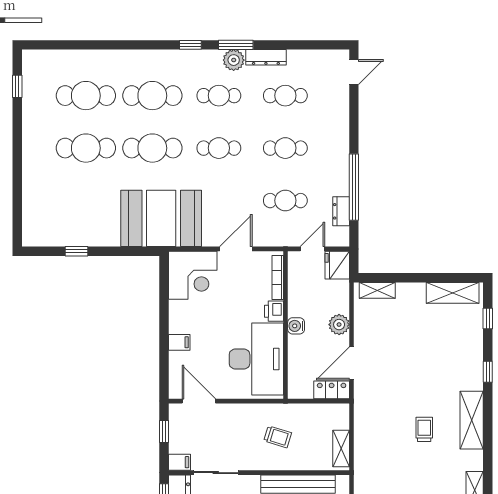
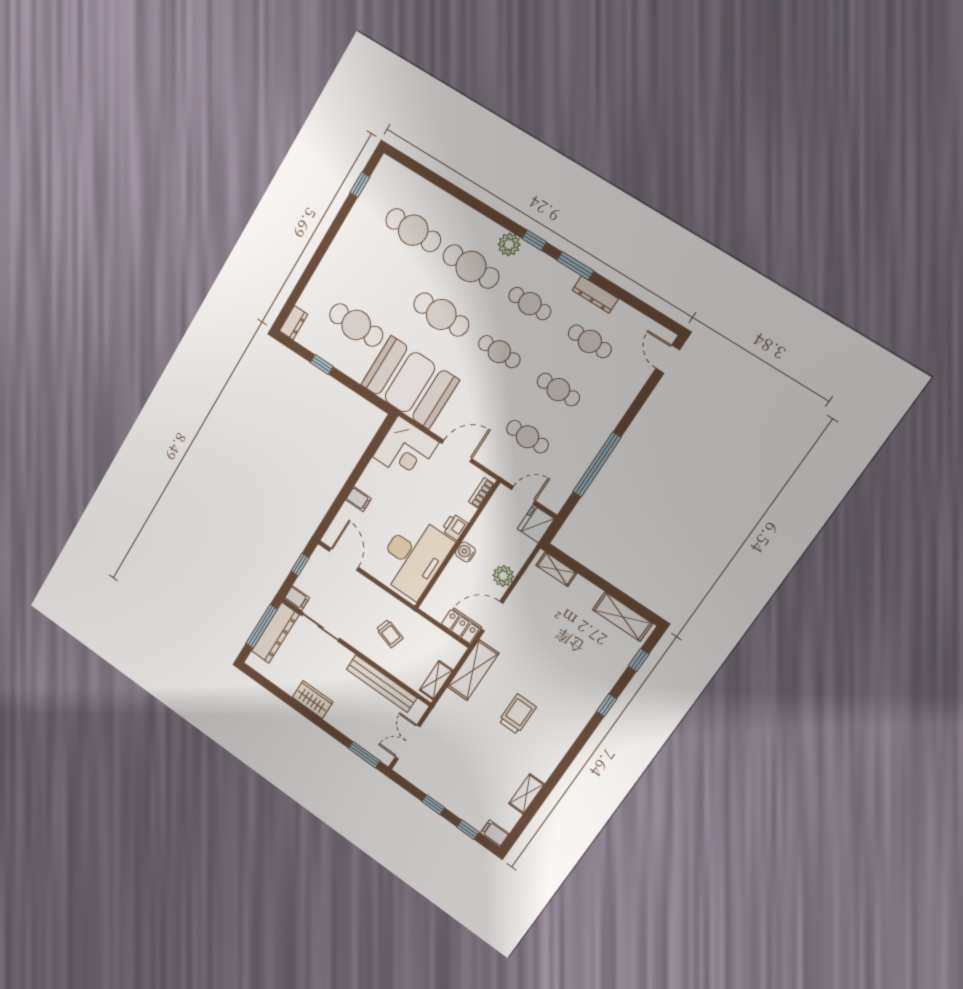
plant: (234, 60) -> (509, 244), moved
door: (354, 72) -> (668, 359), swing flipped
cafe table: (86, 148) -> (356, 325), moved
dresser: (341, 211) -> (294, 323), moved, turned 180
bookcase: (278, 277) -> (481, 493), width x0.64
shelving: (472, 420) -> (473, 670), moved
trolley: (424, 429) -> (517, 714), width x1.36, depth x1.39

